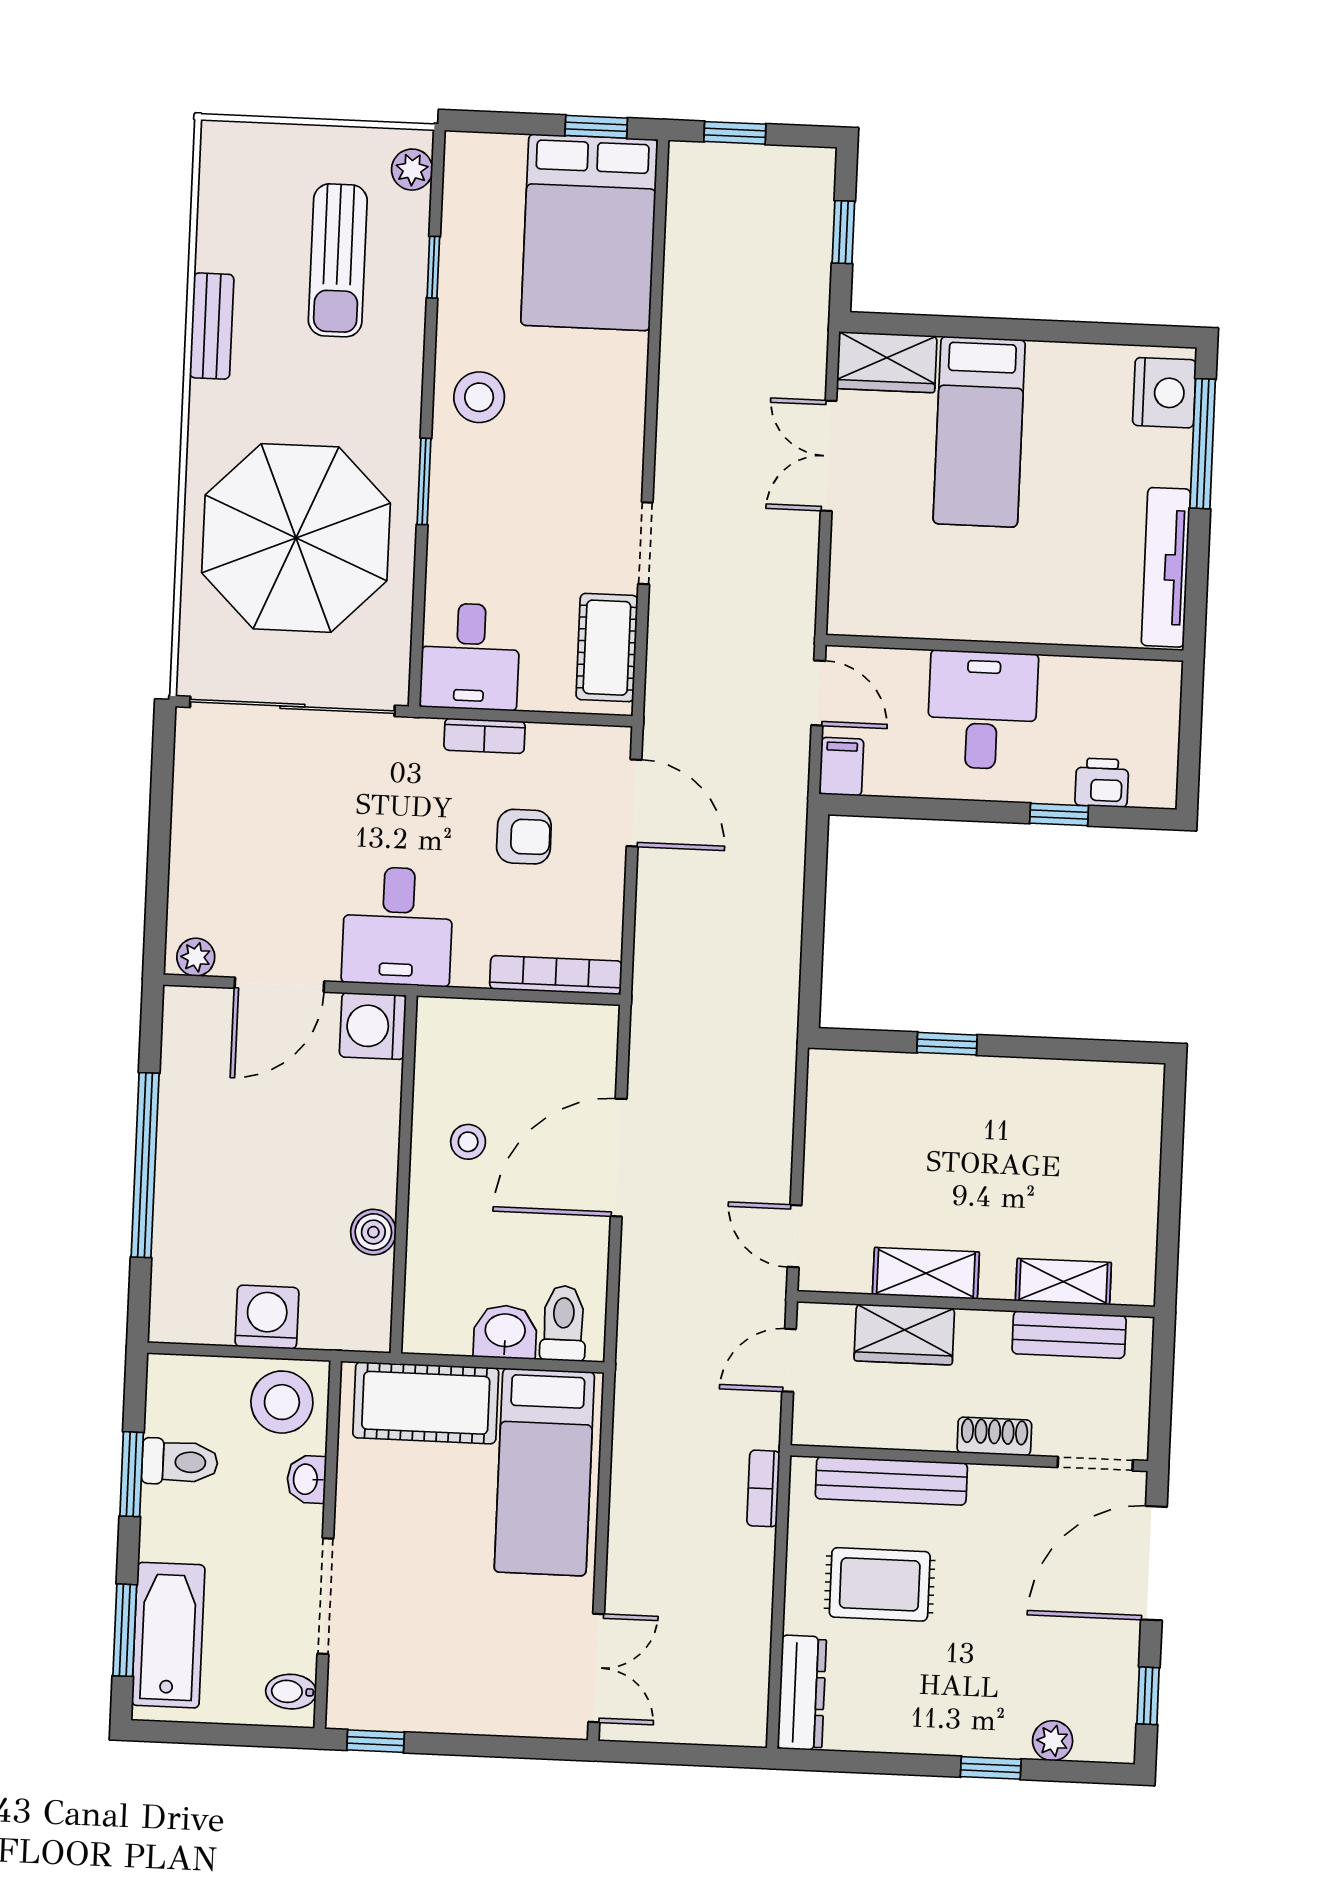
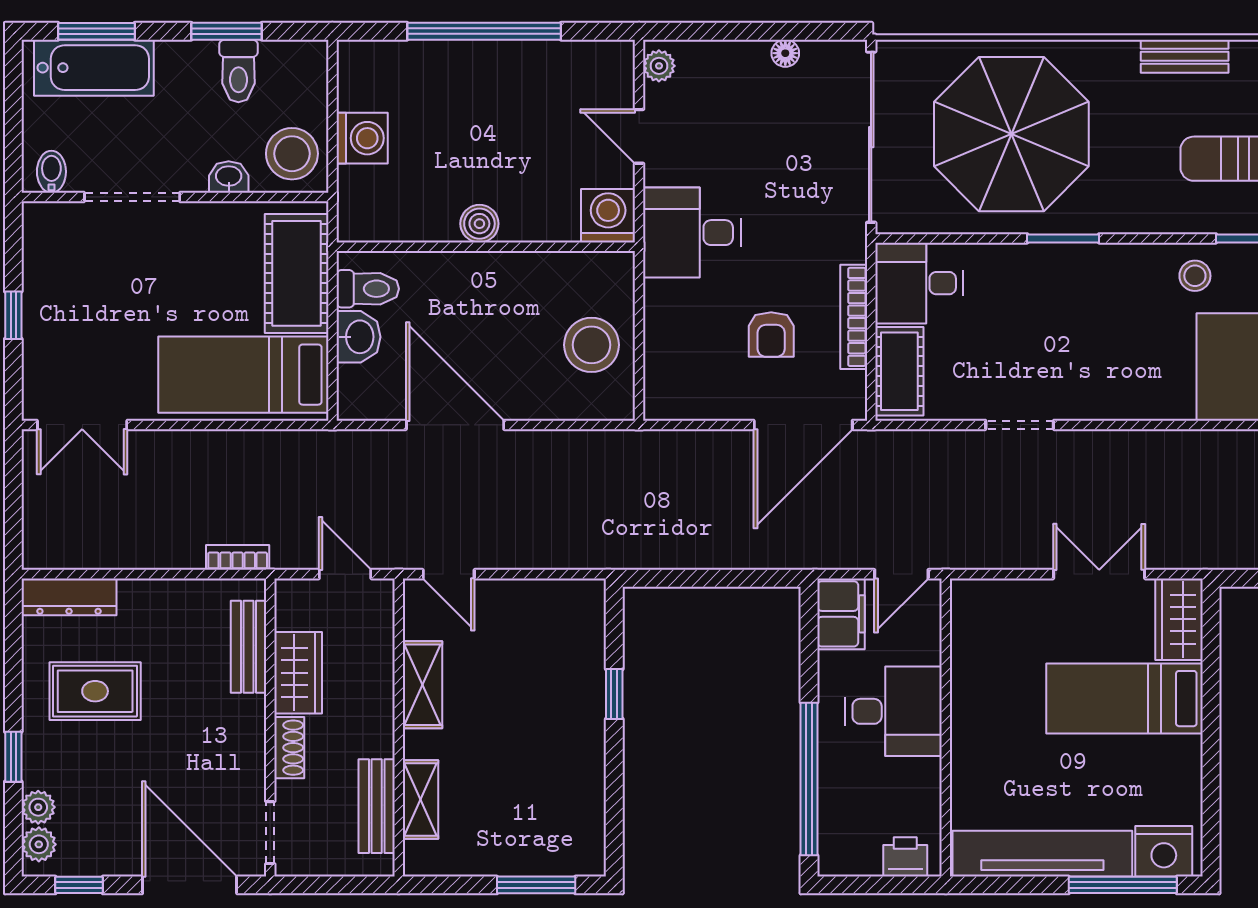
stool: (479, 397) -> (1195, 276), moved, width x0.73, depth x0.73
tv unit: (1166, 567) -> (1042, 854), width x1.36, depth x1.29
cot: (607, 648) -> (899, 371), moved, turned 90
bookcase: (485, 736) -> (854, 317), width x1.56
filing cabinet: (841, 767) -> (841, 614), width x2.00
printer: (1102, 783) -> (905, 857), moved, turned -90
door: (634, 803) -> (803, 425), width x1.36
floor lamp: (187, 805) -> (785, 53), added
window: (1059, 815) -> (809, 779), width x3.17
bookcase: (556, 975) -> (657, 366), removed
door: (279, 985) -> (639, 136), width x0.73
stool: (468, 1142) -> (592, 345), moved, width x1.89, depth x1.89
window: (1172, 1147) -> (536, 885), added
door: (619, 1158) -> (455, 425), moved
boiler: (373, 1232) -> (479, 224), moved
door: (795, 1236) -> (449, 574), swing flipped
toilet: (563, 1323) -> (368, 289), moved
wardrobe: (904, 1334) -> (298, 673), moved, turned 180
bench: (891, 1481) -> (249, 647), width x0.73
rug: (880, 1584) -> (95, 691), moved, turned 90
window: (376, 1741) -> (13, 315), moved
plant: (1097, 1742) -> (39, 844), added

